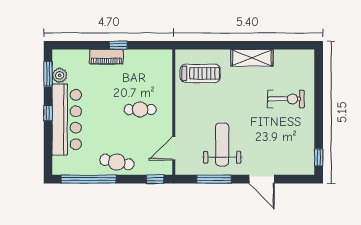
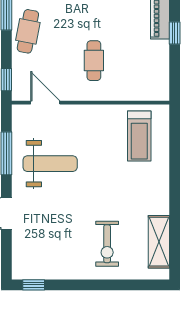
shelving: (252, 58) -> (159, 242), moved

